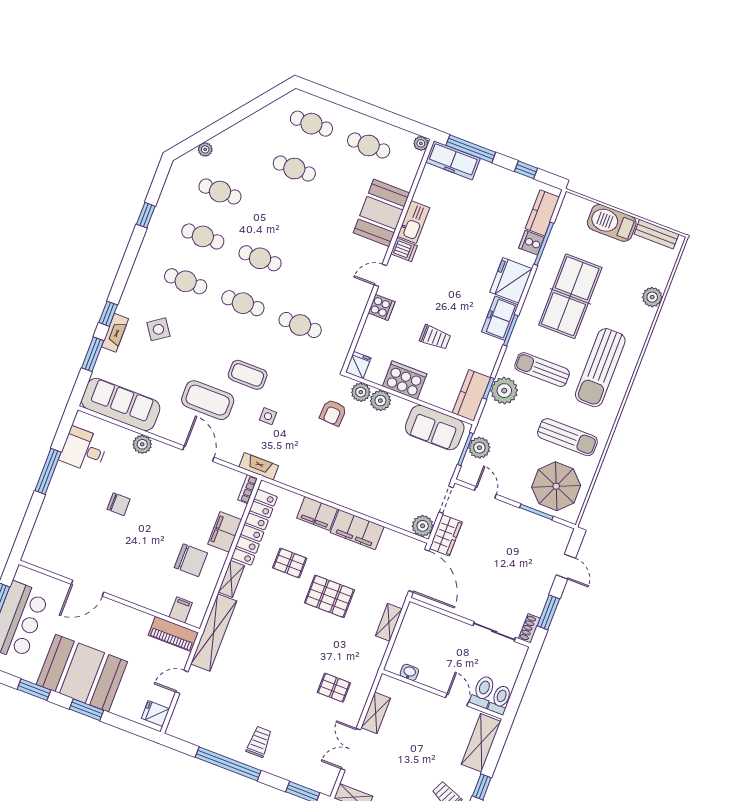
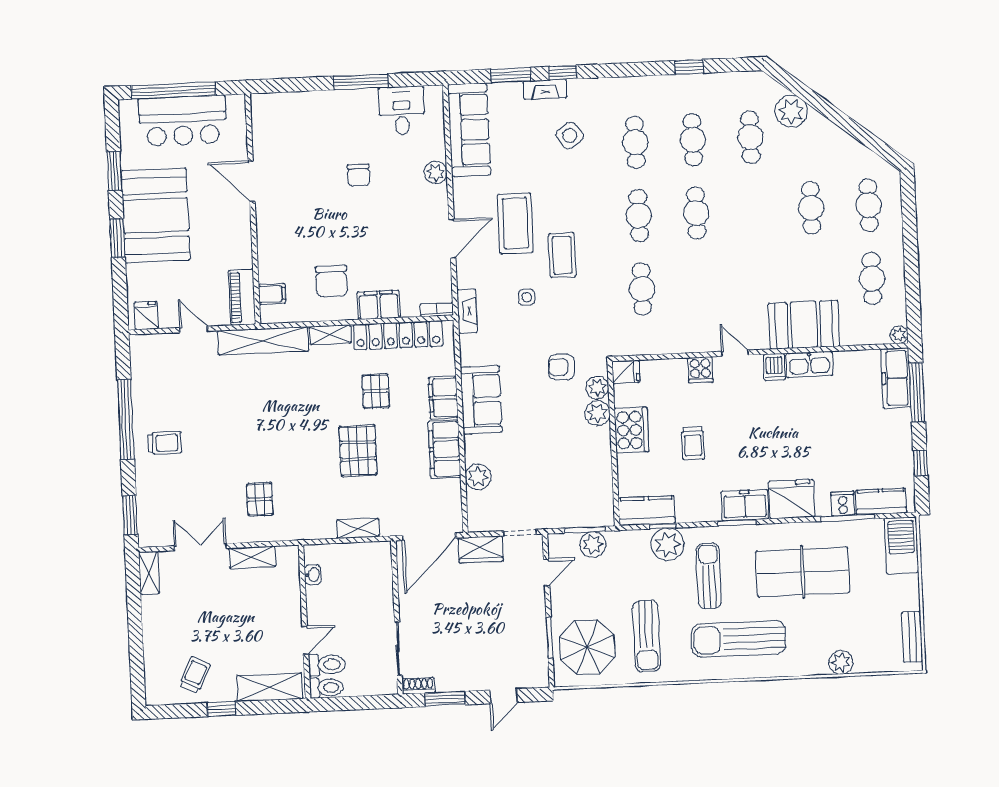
plant: (205, 149) -> (791, 111), width x1.87, depth x1.87
barbecue: (612, 223) -> (901, 545), moved
sofa: (435, 428) -> (481, 400), moved, turned 180
plant: (423, 526) -> (478, 477), moved

